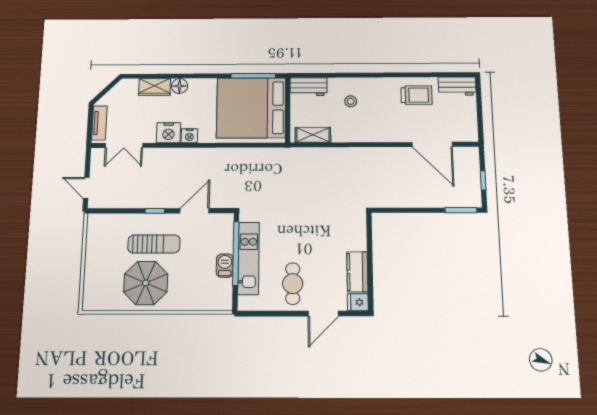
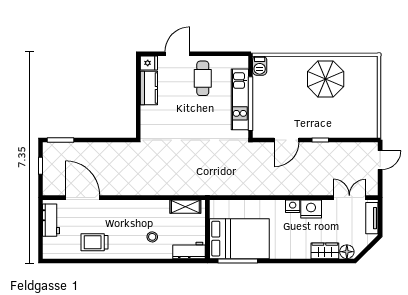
floor lamp: (180, 86) -> (347, 252), moved
workbench: (457, 86) -> (51, 220), moved, turned 90
bed: (251, 108) -> (239, 239), width x0.73
door: (86, 188) -> (380, 160), hinge flipped
sun lounger: (154, 244) -> (320, 112), removed
barbecue: (225, 266) -> (260, 66), moved

